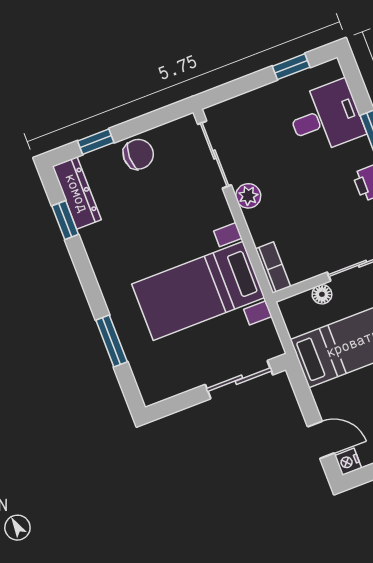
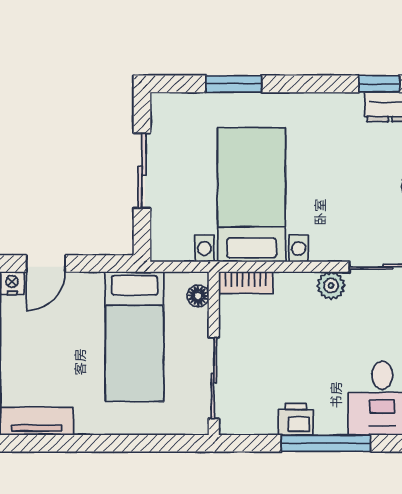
floor lamp: (322, 294) -> (198, 296), moved
sliding door: (239, 380) -> (142, 171), moved

